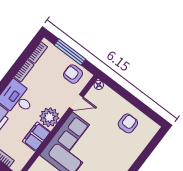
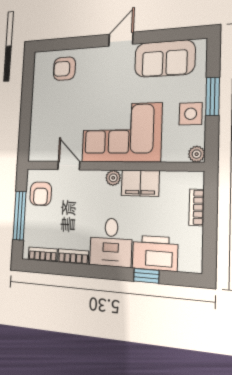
floor lamp: (99, 85) -> (34, 155), removed
plant: (49, 117) -> (113, 178), width x0.53, depth x0.53
armchair: (128, 123) -> (64, 69), moved

